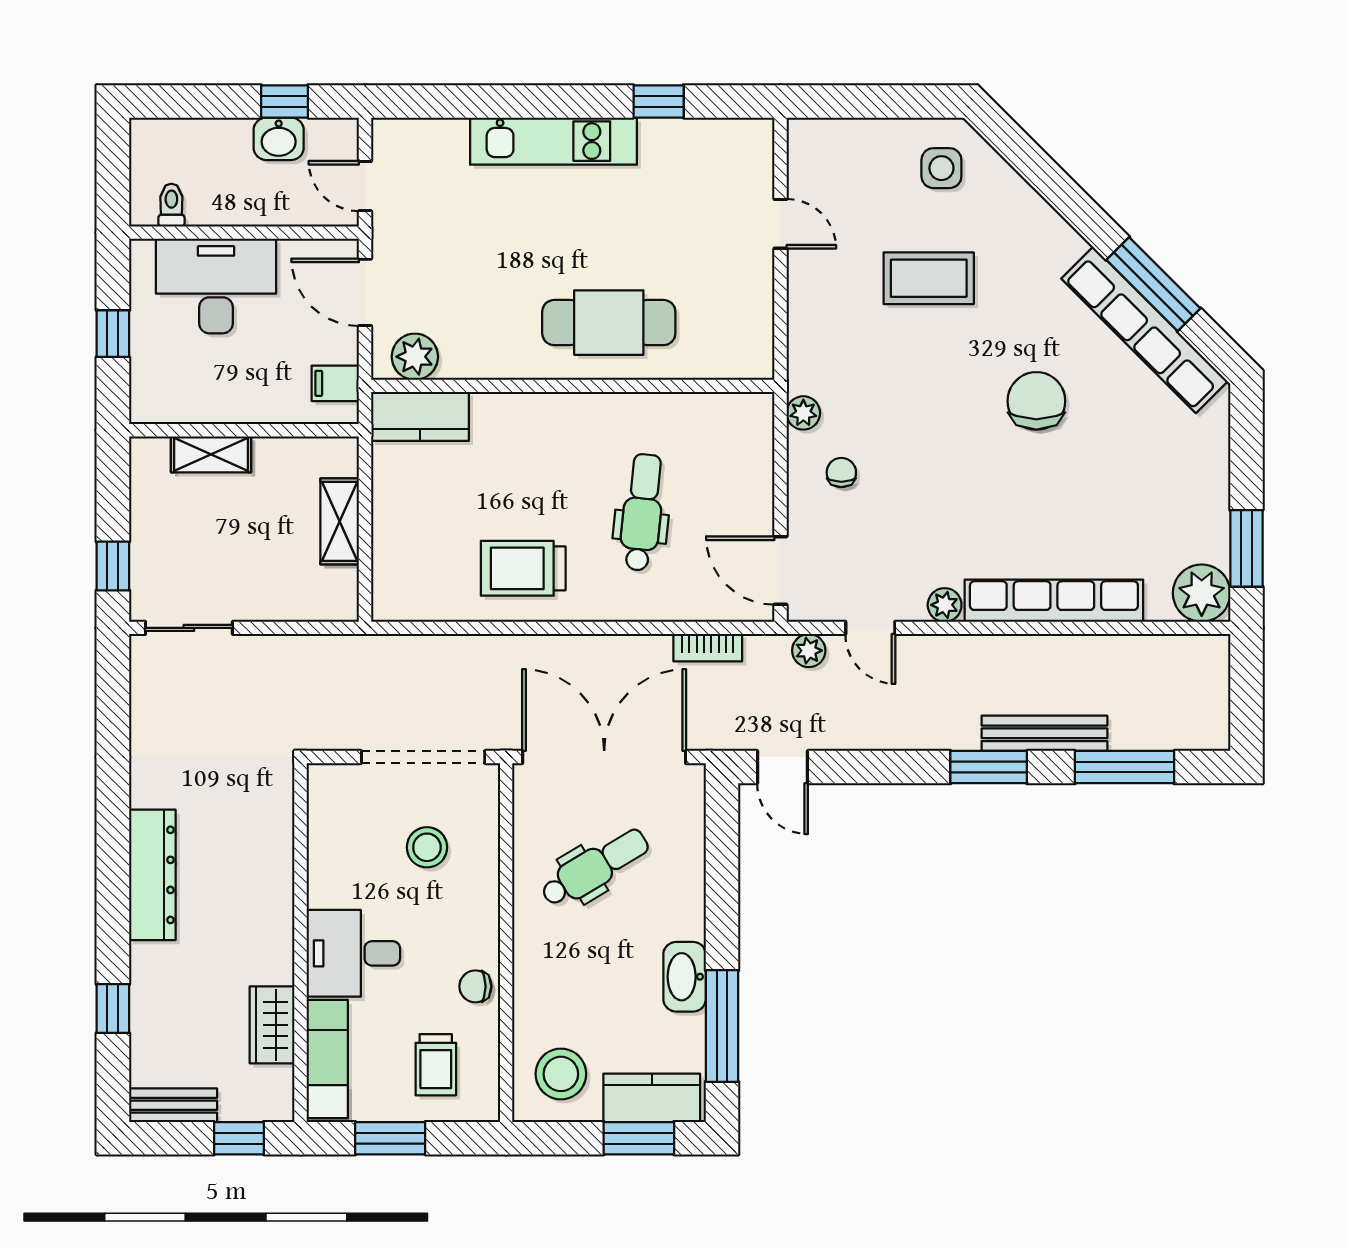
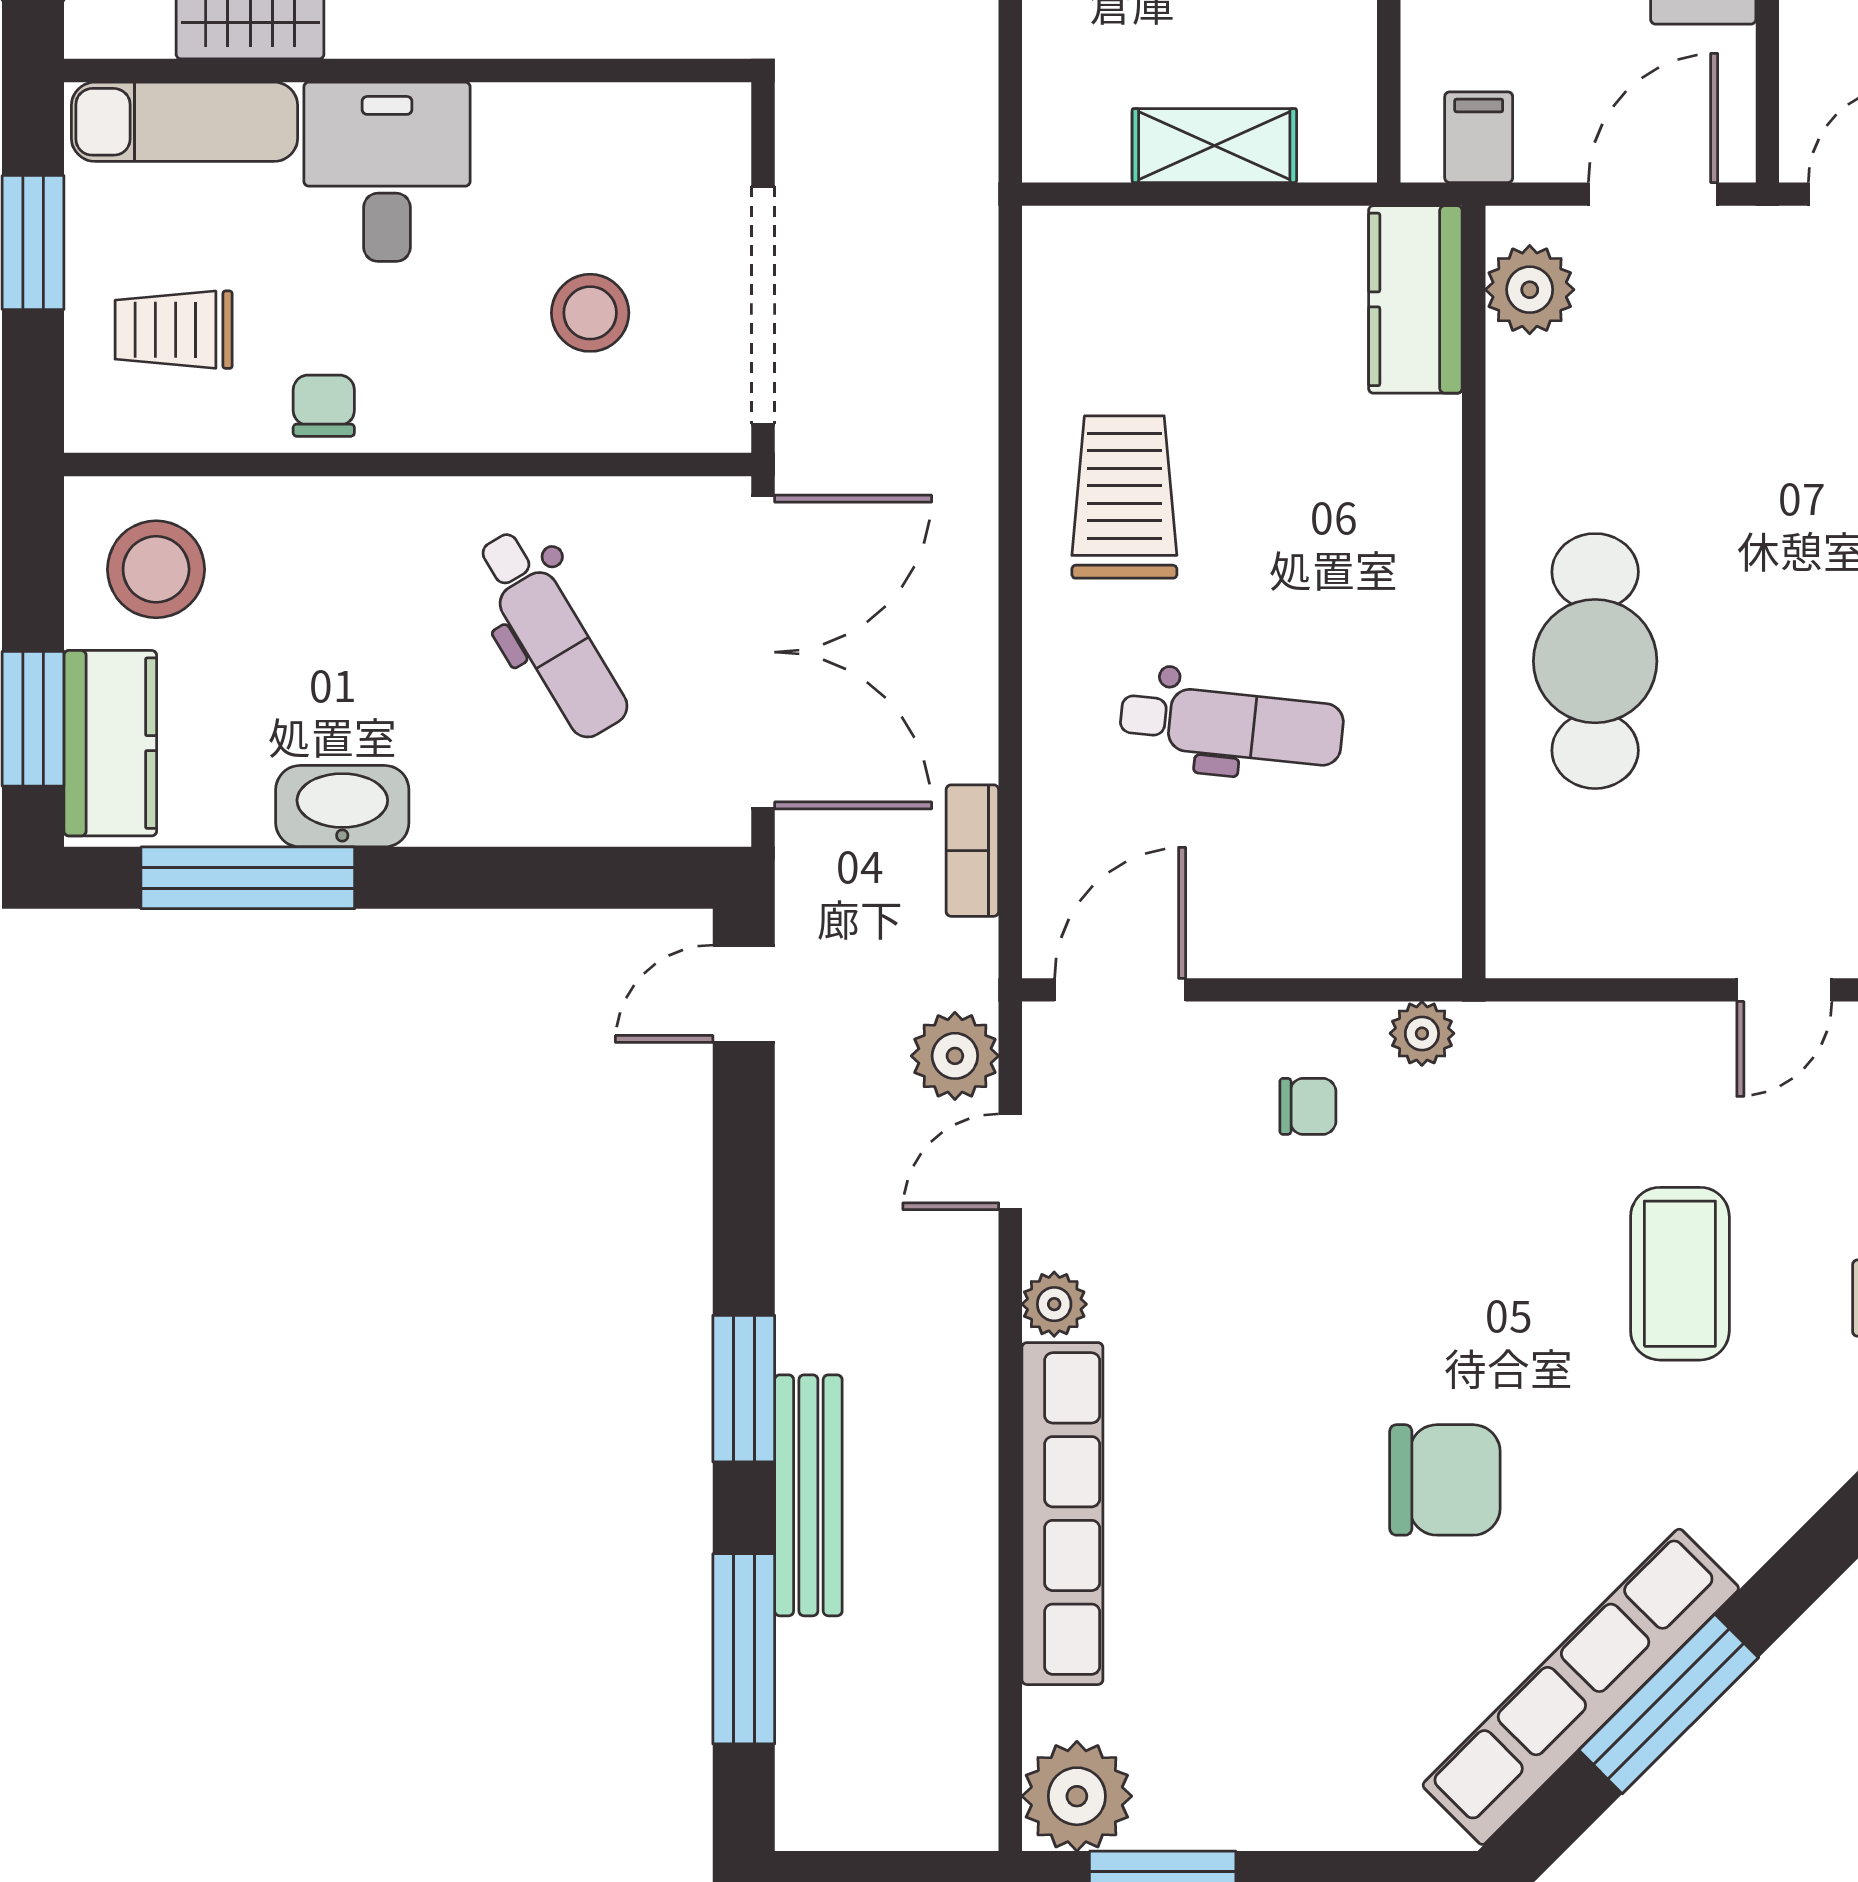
plant: (809, 651) -> (955, 1056), width x1.38, depth x1.38

